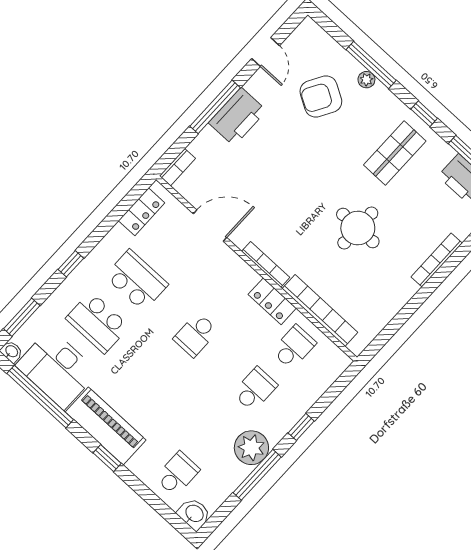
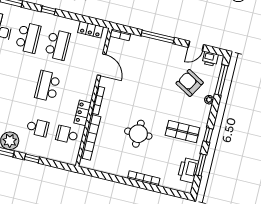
window: (371, 65) -> (221, 80), moved
printer: (238, 117) -> (210, 59), moved, width x0.53, depth x0.68
school desk: (98, 322) -> (28, 38), turned 180
school desk: (196, 335) -> (48, 86), width x1.85
school desk: (294, 347) -> (67, 135), turned 180

